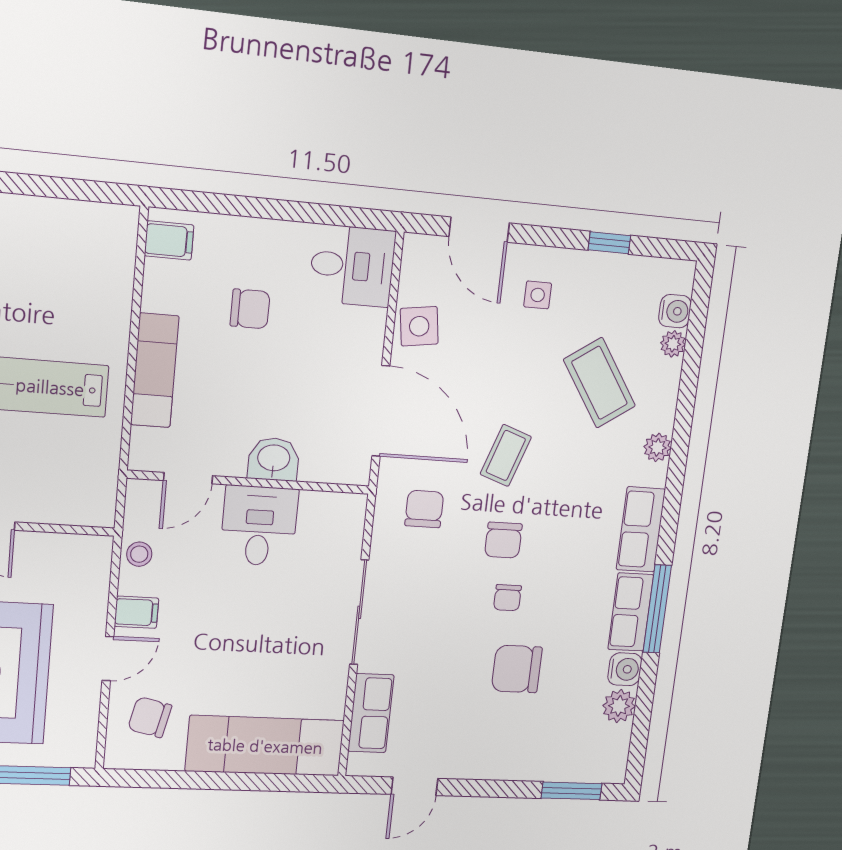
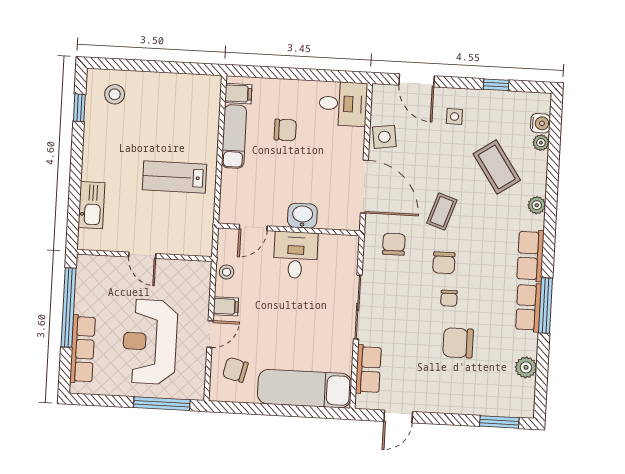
exam couch: (155, 370) -> (234, 137), moved
water cooler: (625, 669) -> (528, 344), removed

